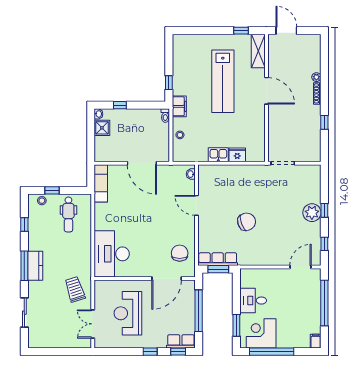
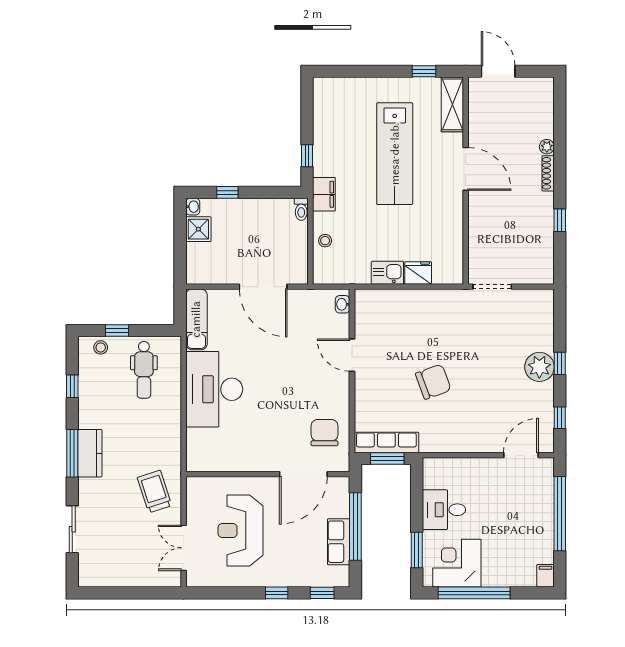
desk: (112, 254) -> (214, 389), moved
row of seats: (181, 341) -> (339, 542), moved, turned -90

